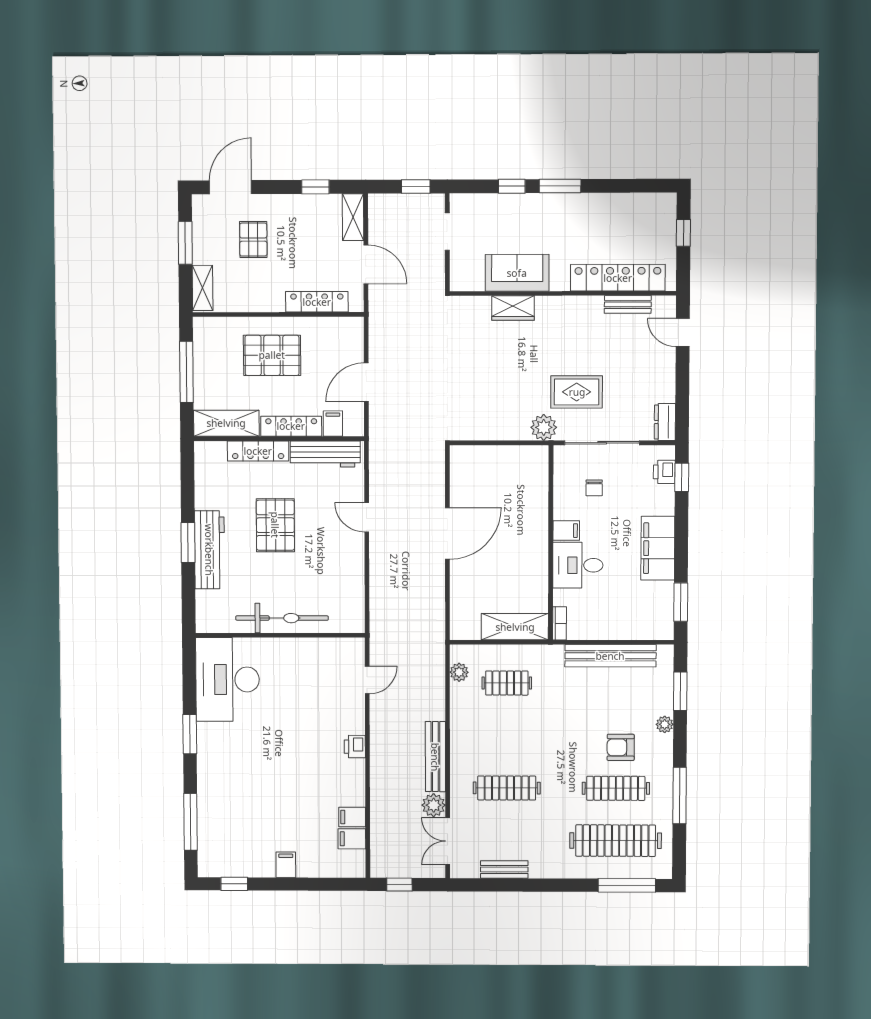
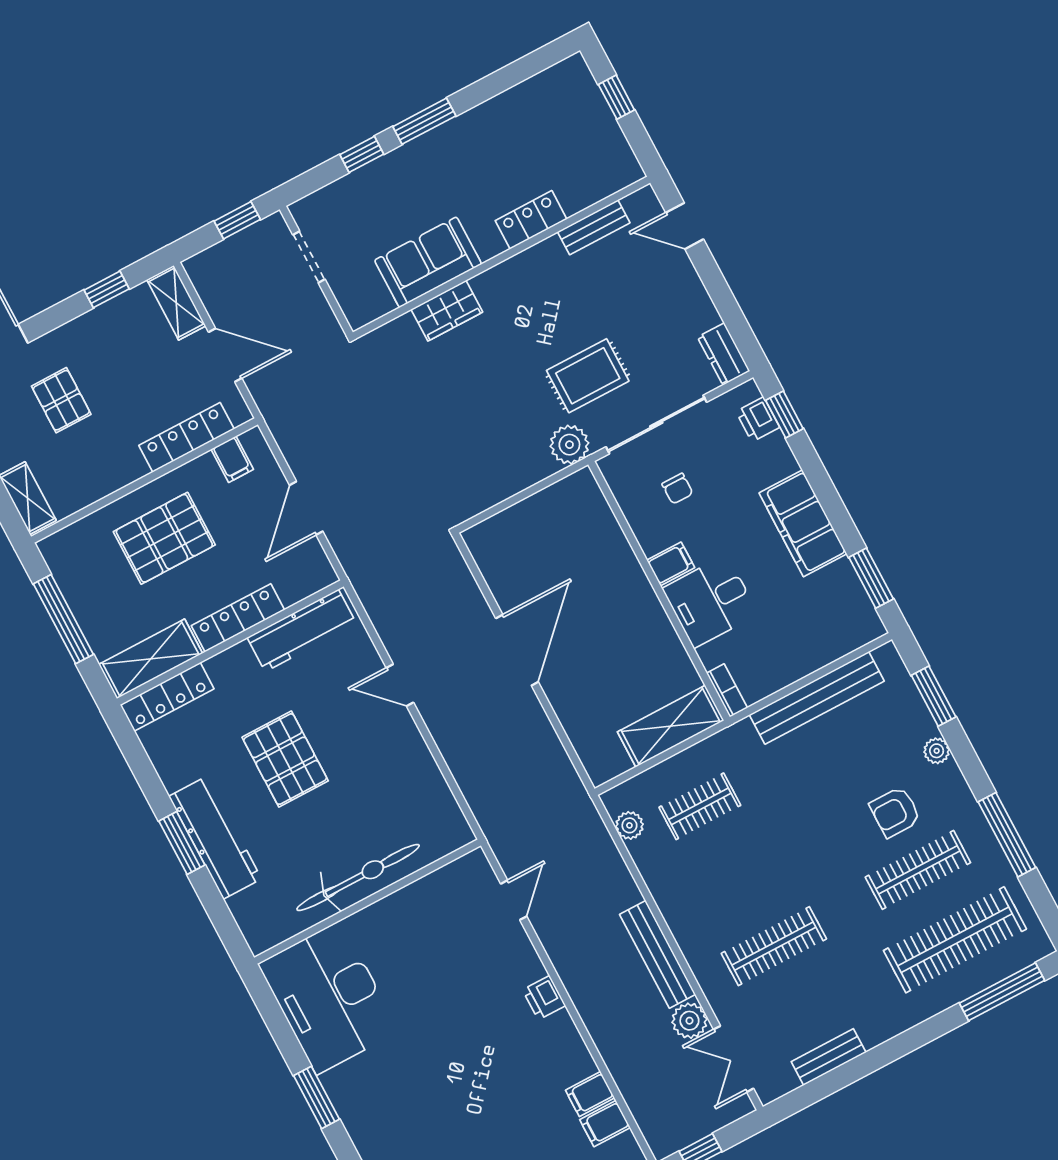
locker: (618, 278) -> (531, 220), width x0.46, depth x0.83
filing cabinet: (333, 424) -> (232, 459), moved, turned 180
locker: (258, 451) -> (167, 697), moved

